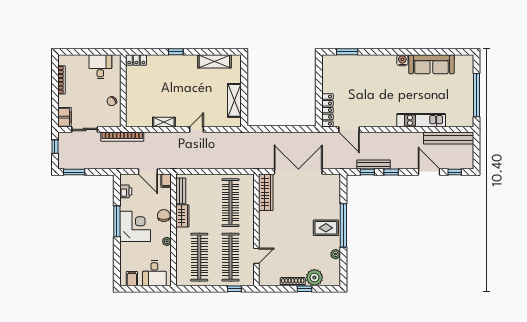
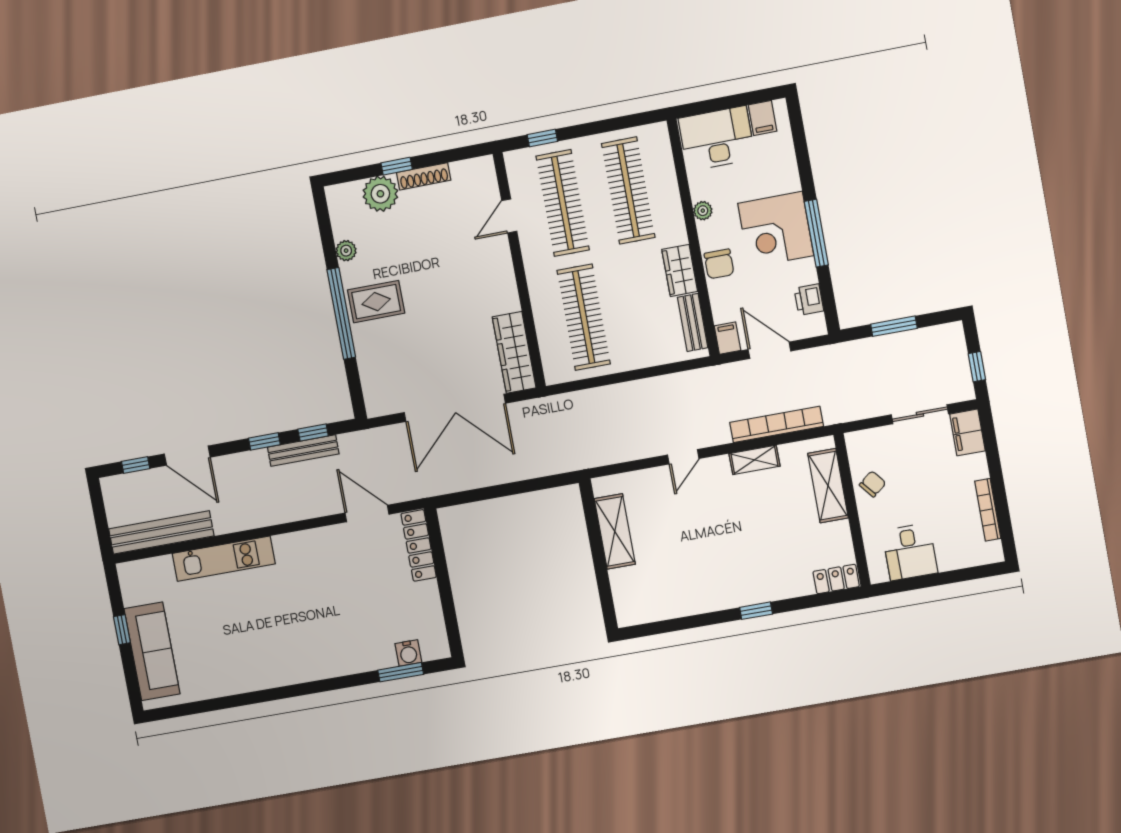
water cooler: (402, 60) -> (408, 653), moved
shelving: (214, 61) -> (828, 486), moved, turned 90
sofa: (431, 64) -> (152, 651), moved, turned 90
window: (476, 95) -> (122, 630), width x0.32
bookcase: (122, 137) -> (777, 424), moved
window: (74, 172) -> (894, 326), moved
desk: (154, 273) -> (717, 138), width x1.37

